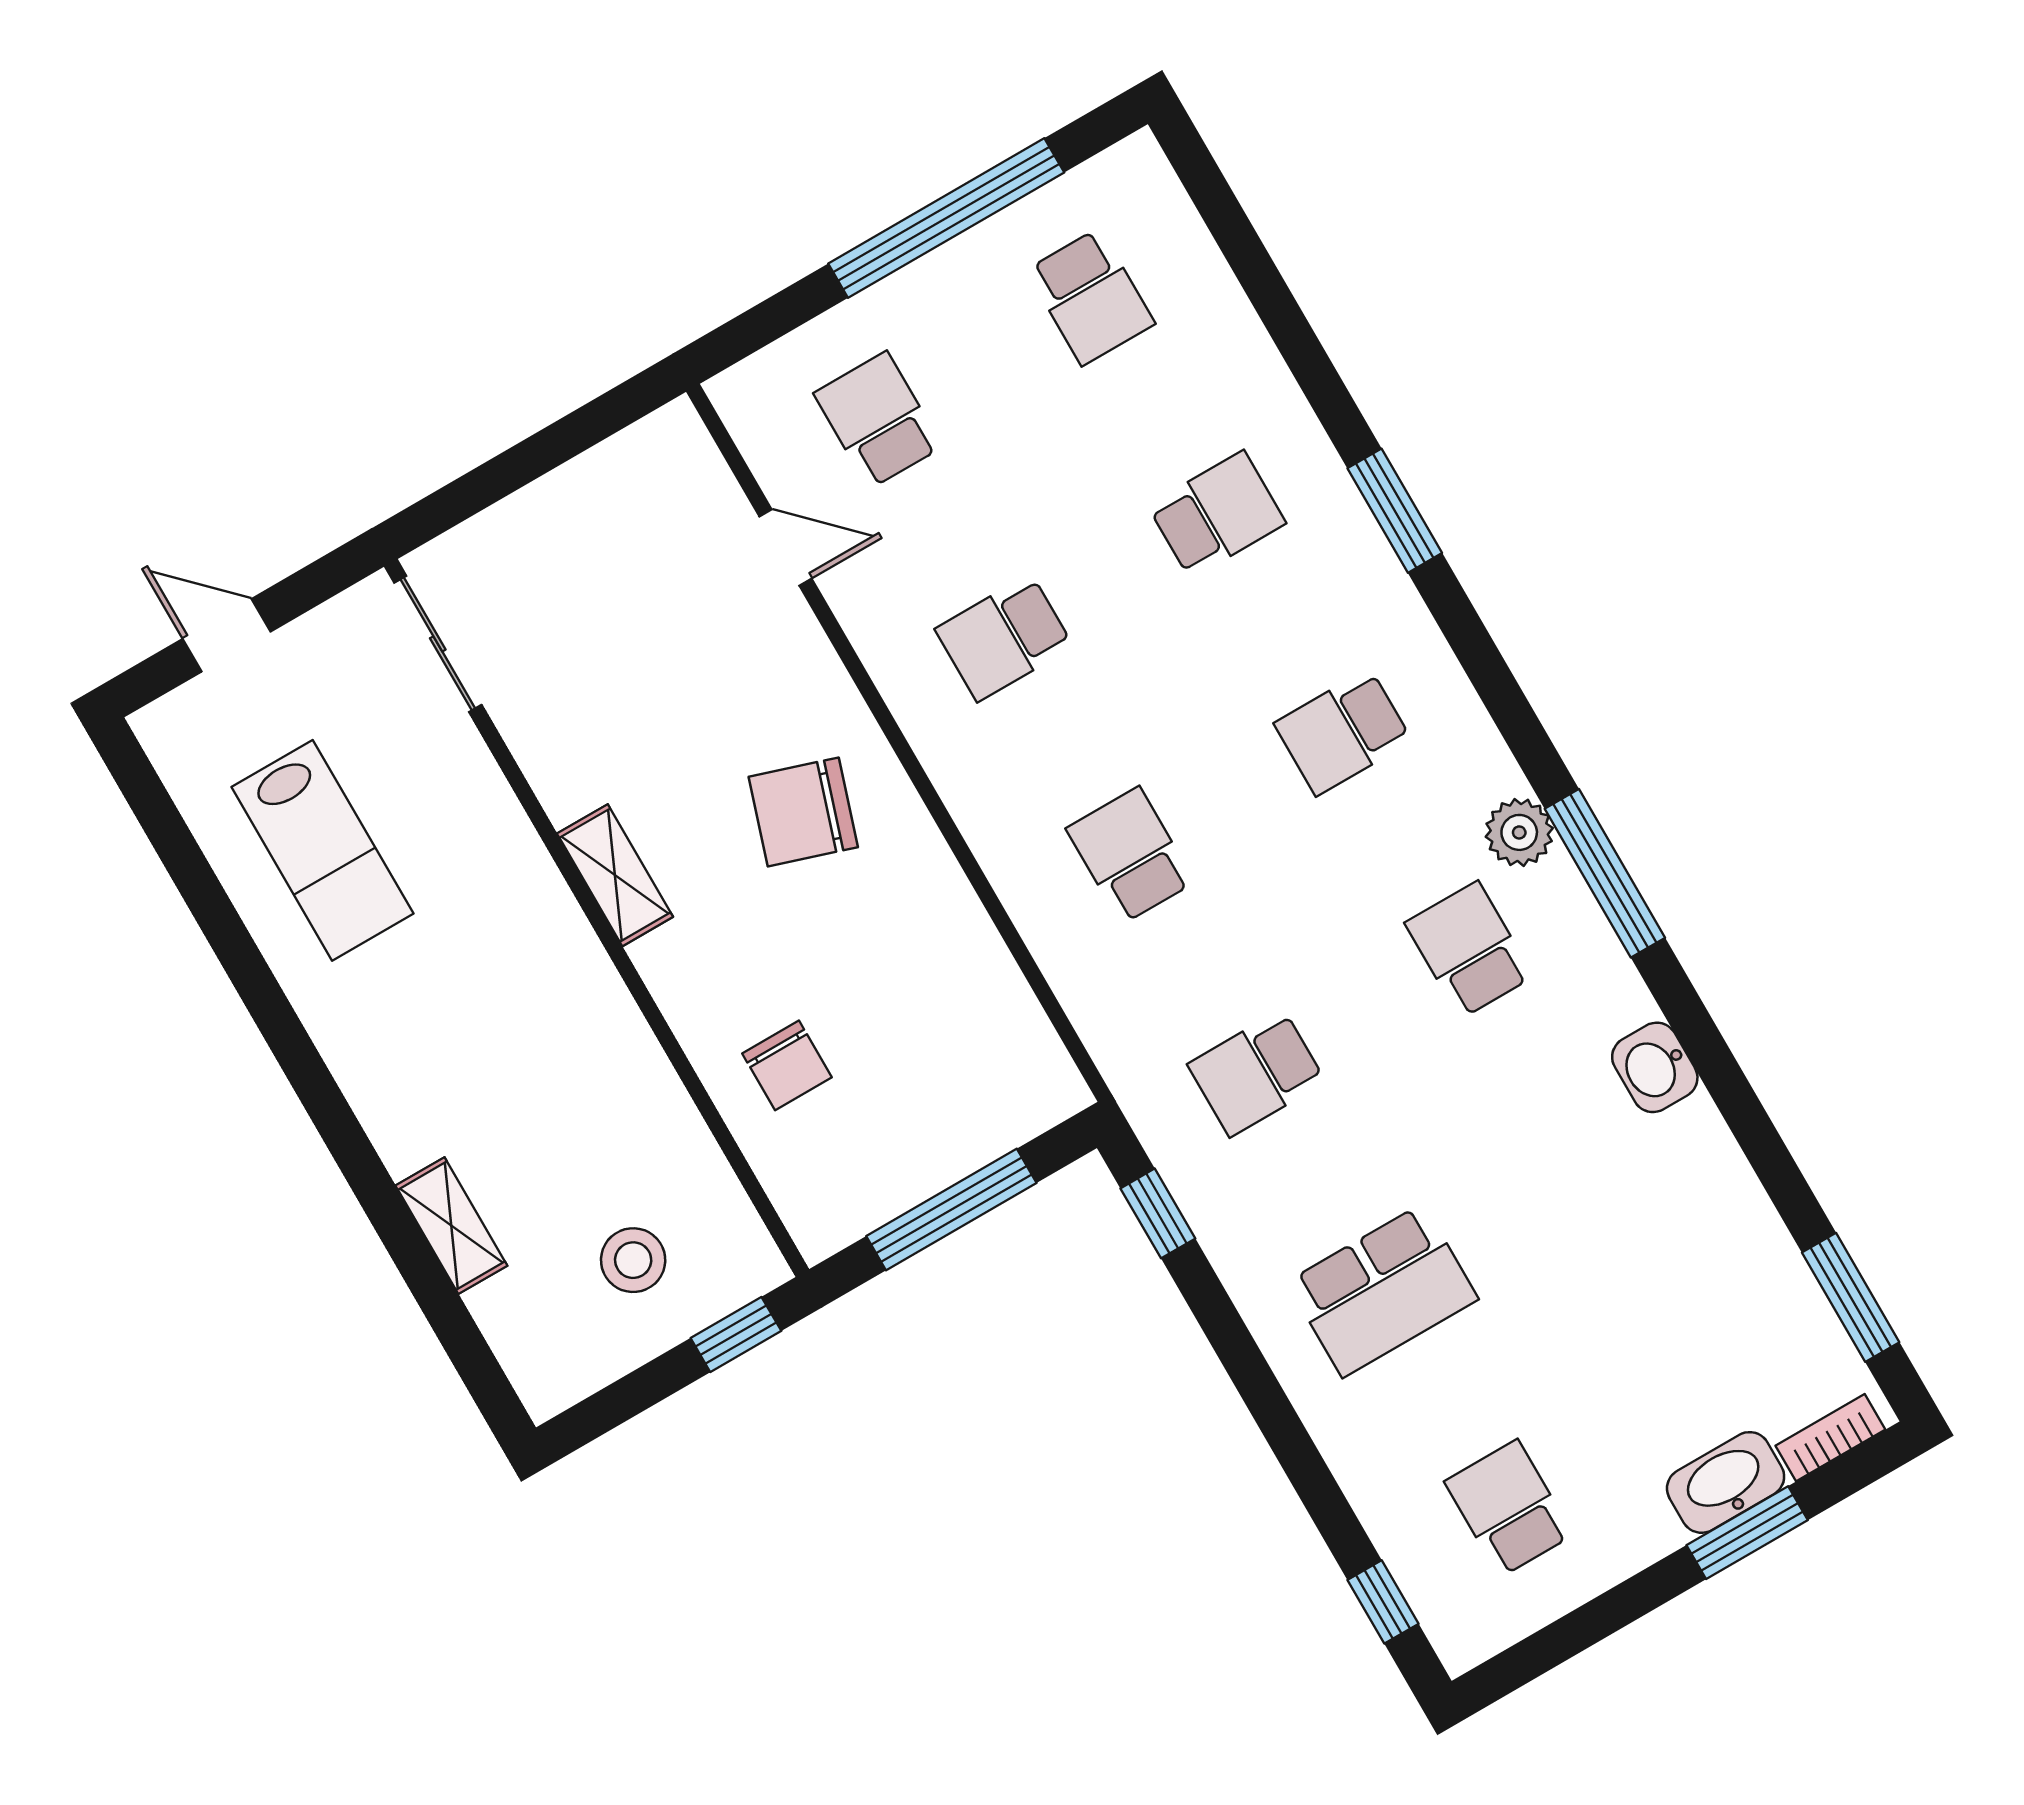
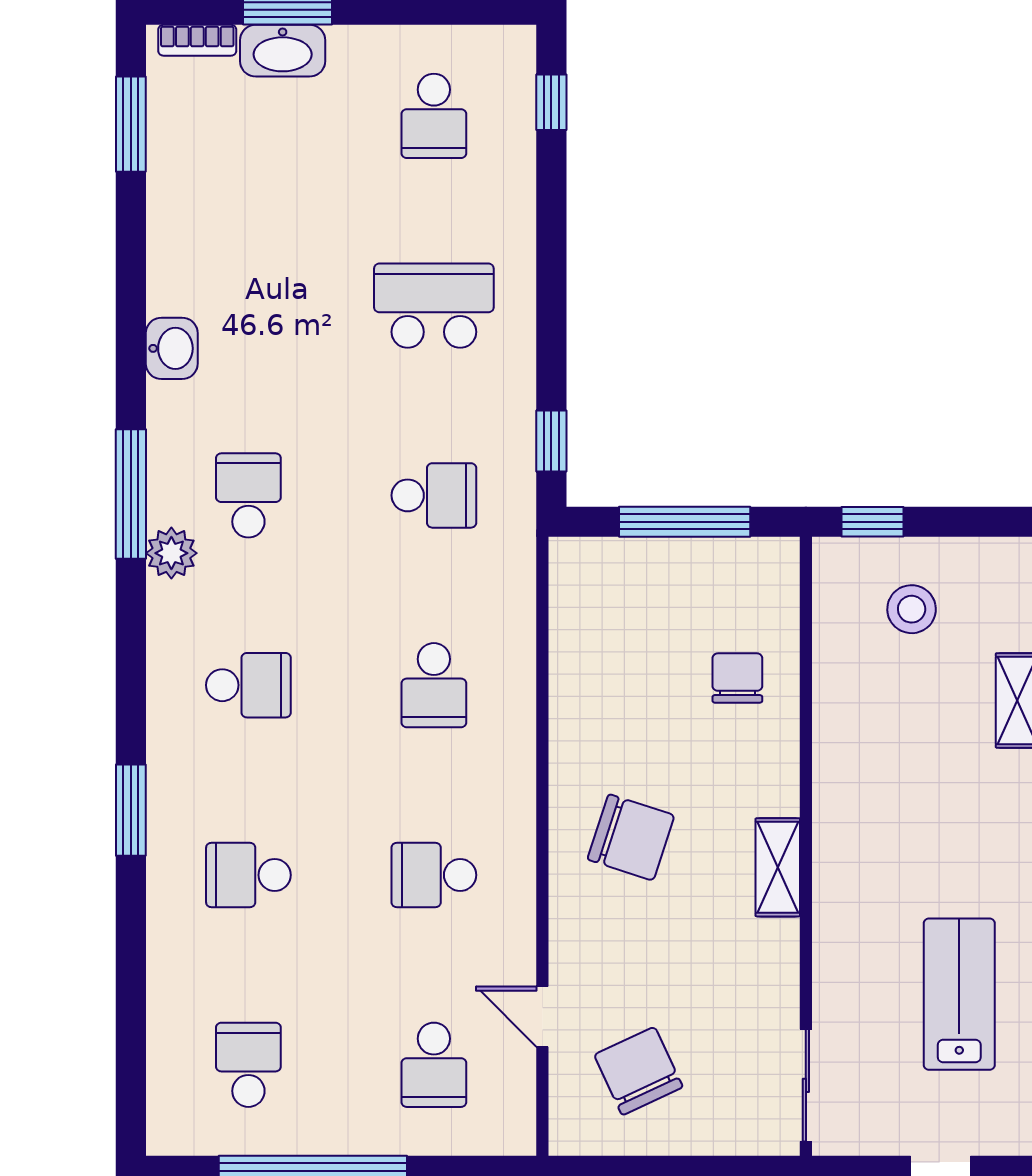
chair: (639, 549) -> (638, 1071), added
school desk: (1004, 638) -> (434, 875), turned 180
school desk: (1469, 950) -> (248, 495), turned 180

